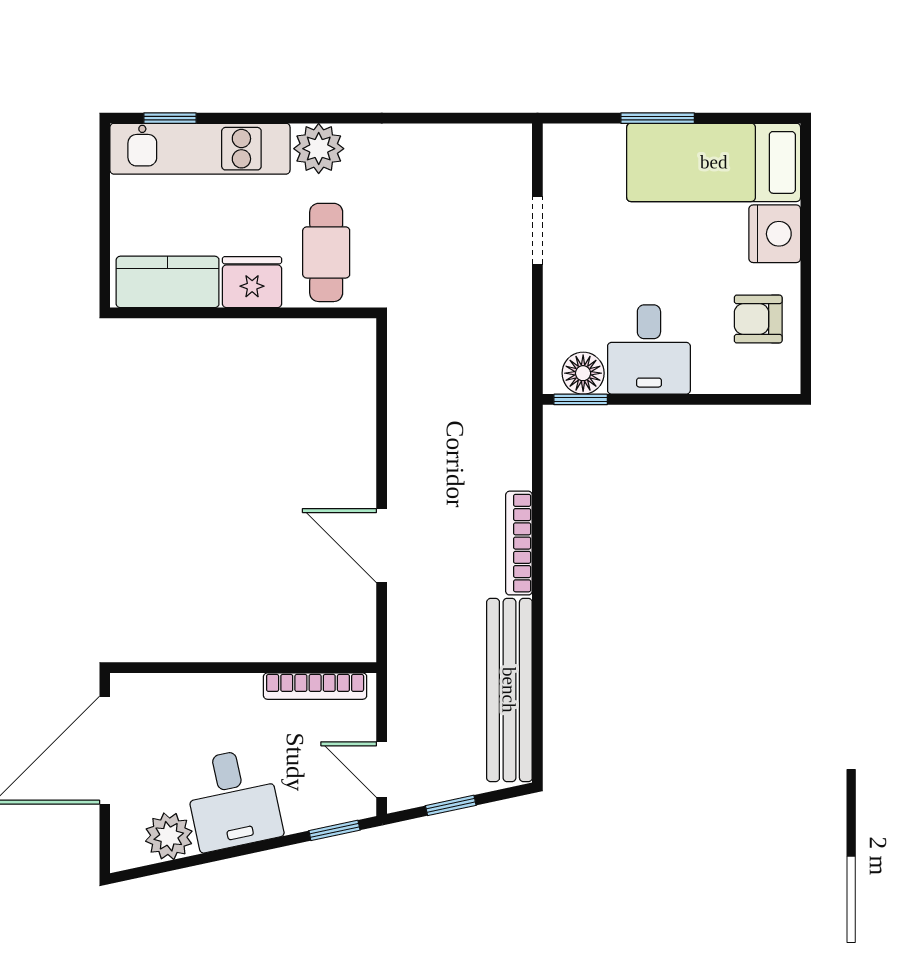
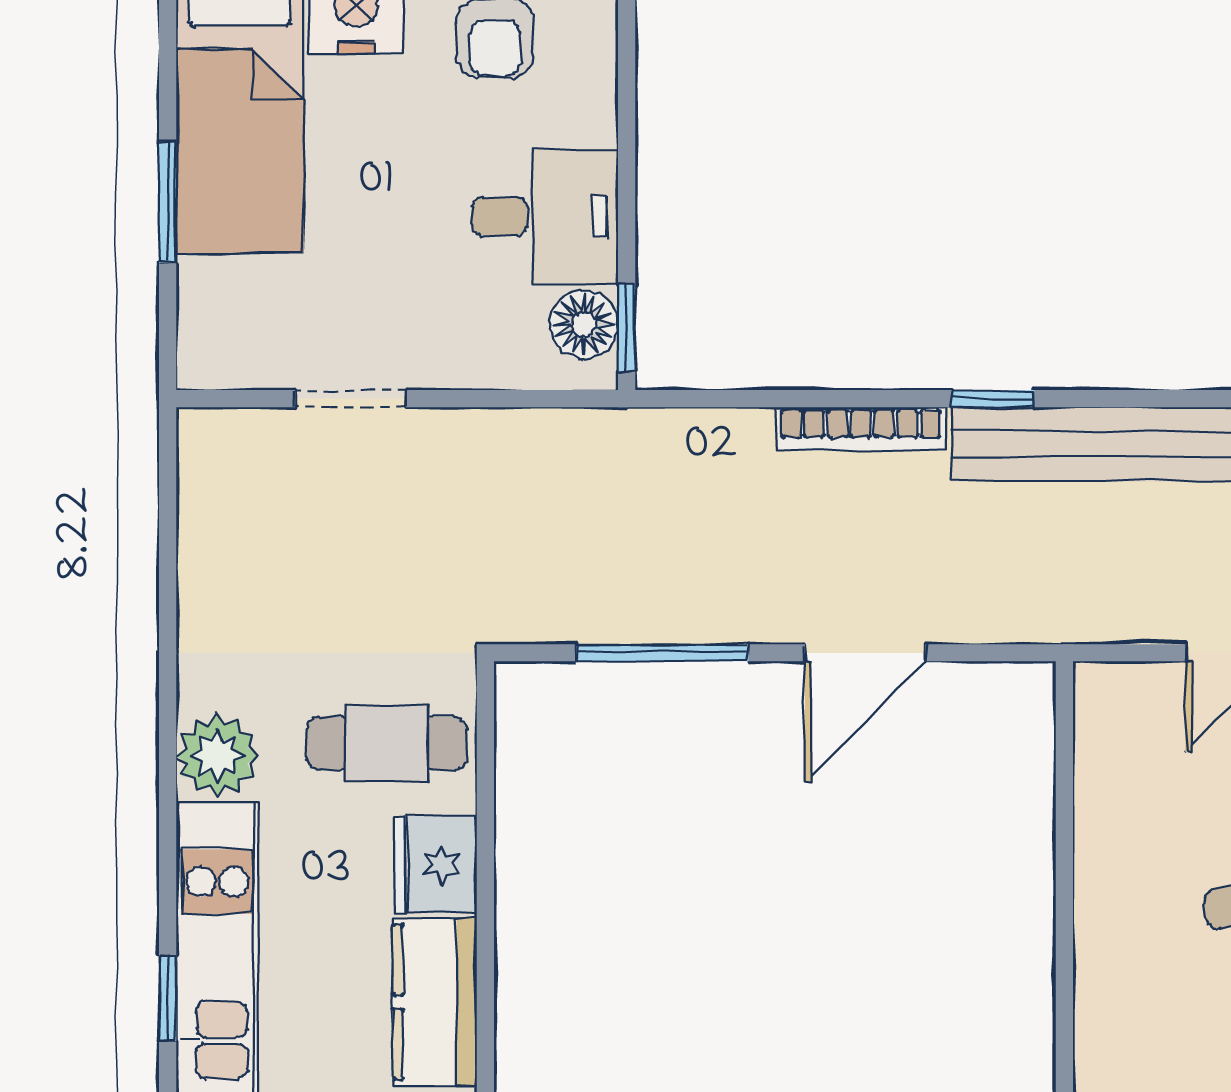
window: (382, 421) -> (663, 653), added
window: (537, 624) -> (993, 399), added
bookcase: (315, 686) -> (1094, 761), removed

